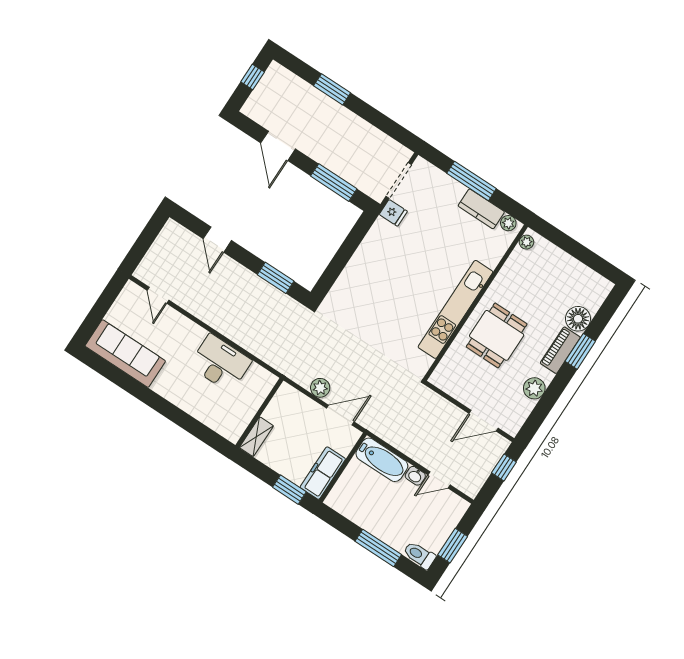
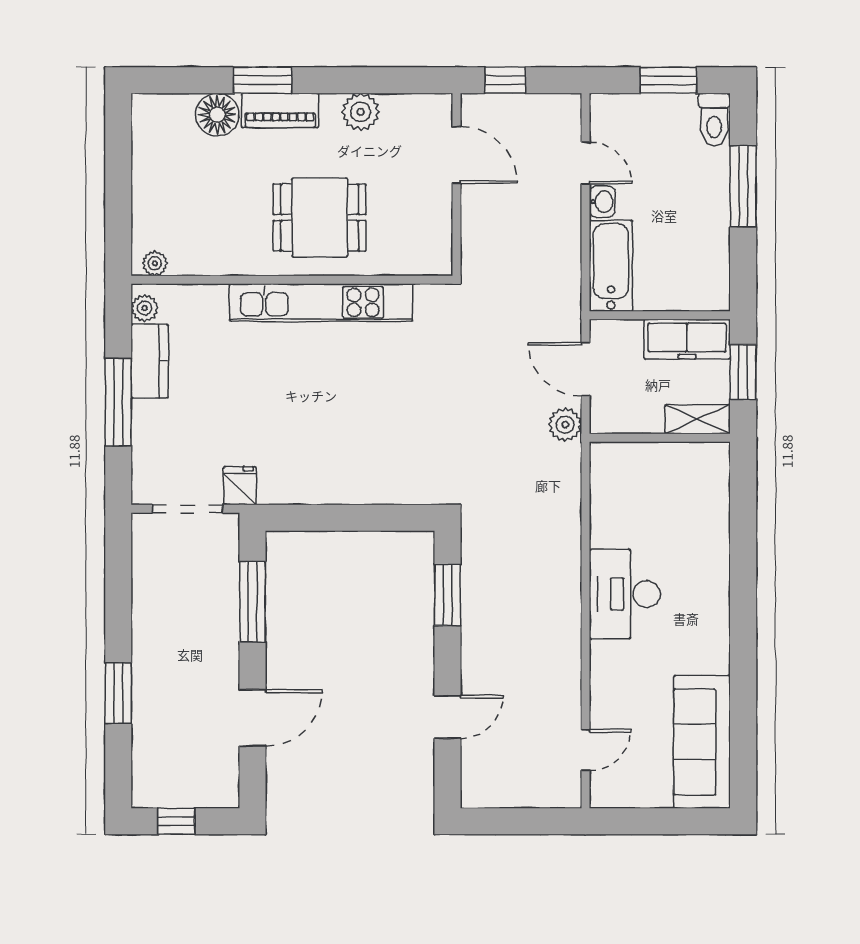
wall: (259, 413) -> (660, 438), moved
shelving: (256, 437) -> (698, 419), moved

